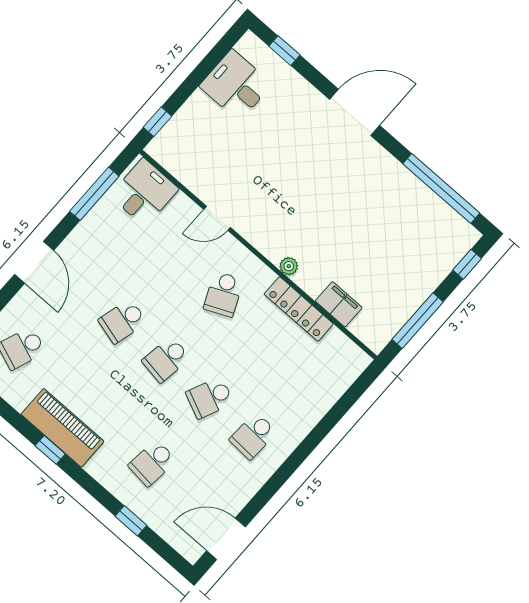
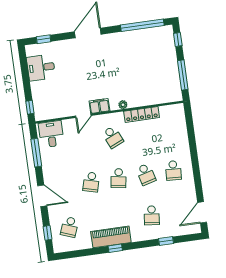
filing cabinet: (339, 304) -> (99, 106), moved
school desk: (210, 398) -> (146, 174), turned -39

